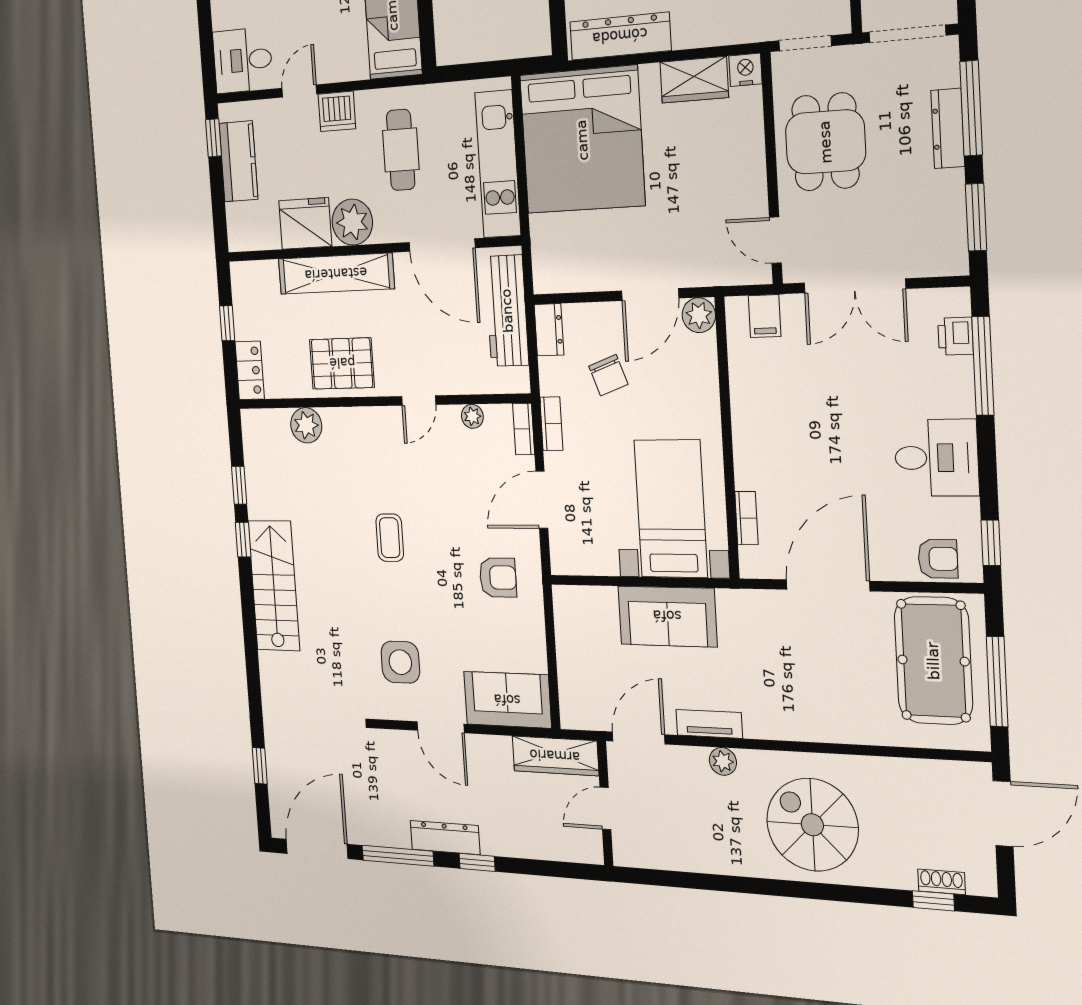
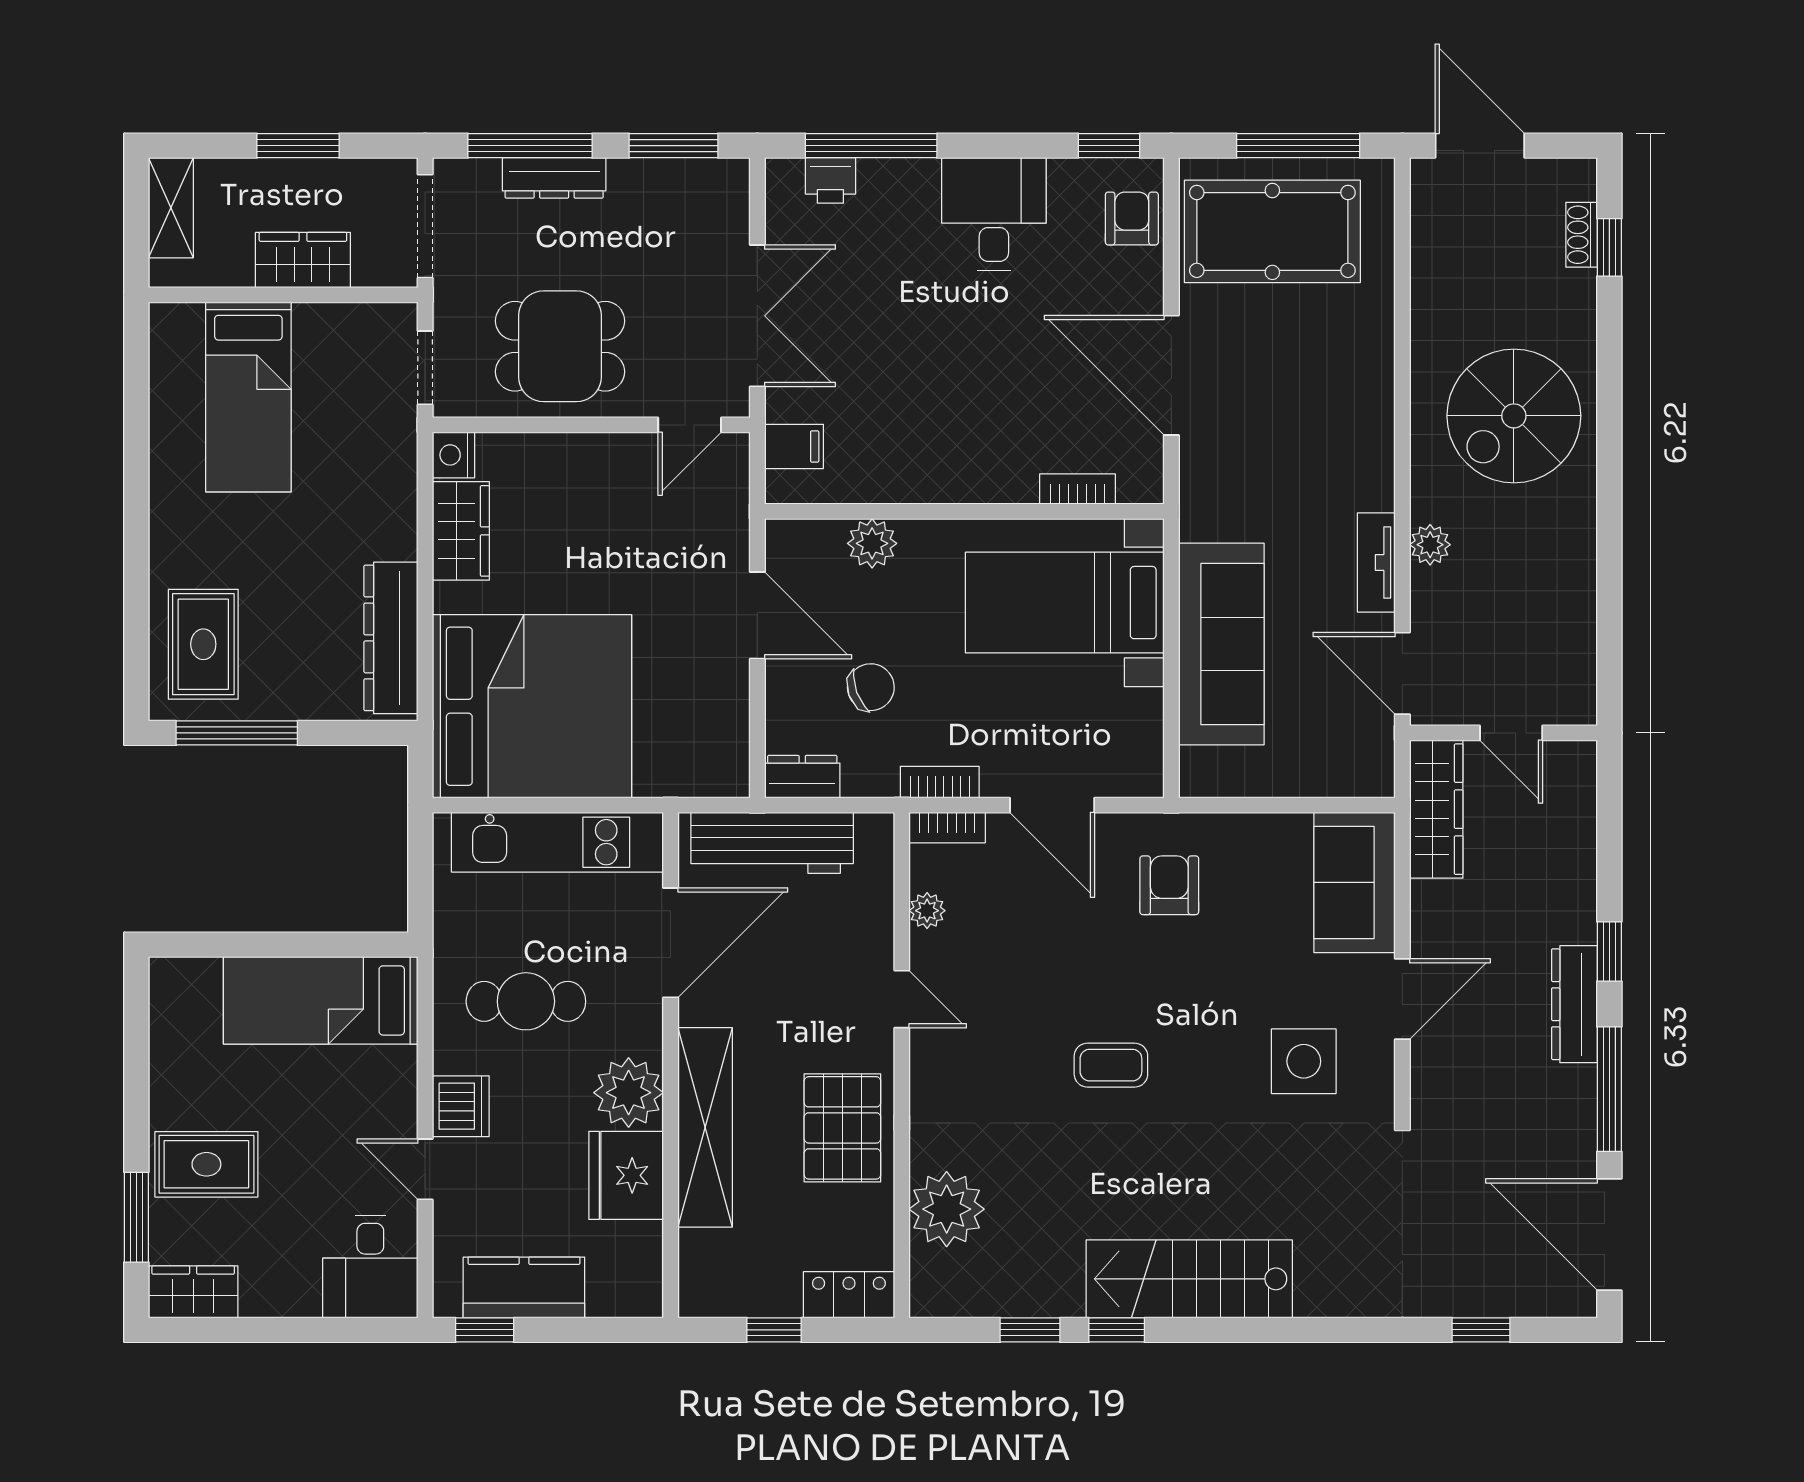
plant: (699, 315) -> (872, 543), moved
plant: (306, 425) -> (947, 1209), width x1.36, depth x1.36
sofa: (667, 616) -> (1221, 644), width x1.36

